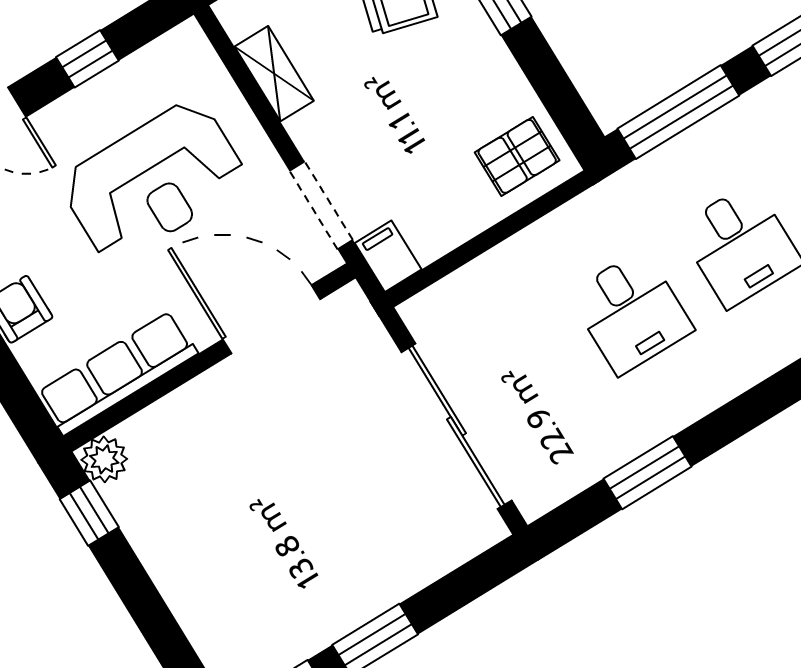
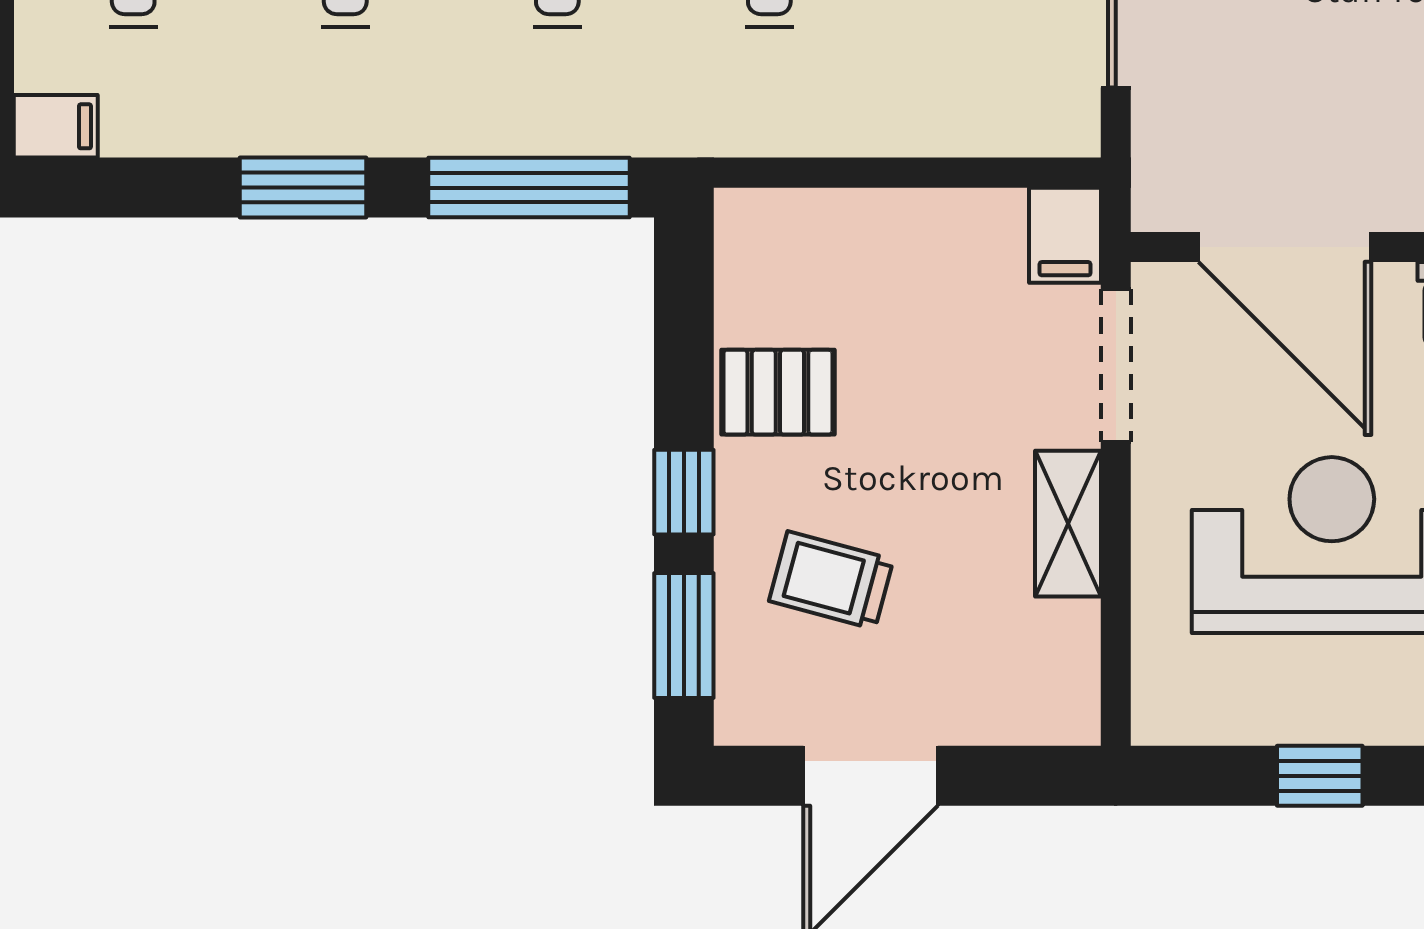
shelving: (274, 74) -> (1068, 524), moved
pallet: (517, 156) -> (778, 392), moved

